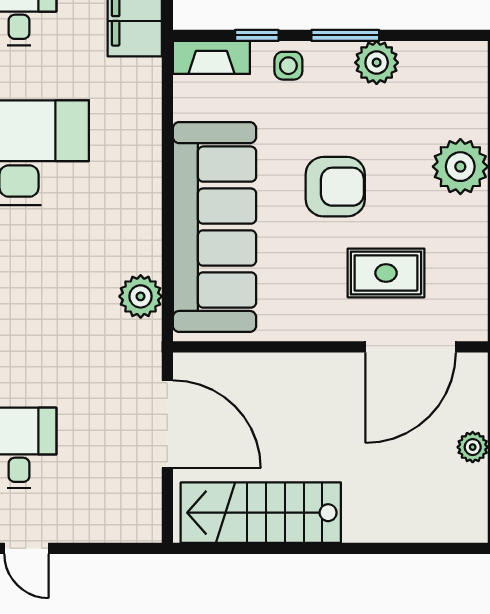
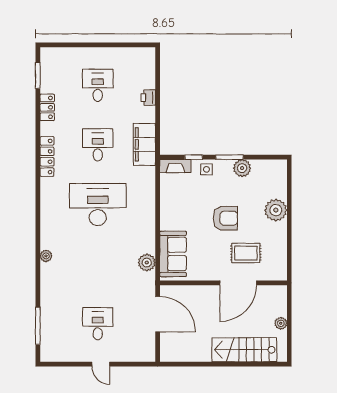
sofa: (215, 227) -> (173, 254), width x0.54, depth x0.79
door: (411, 347) -> (238, 283), moved
stairs: (261, 513) -> (244, 350), moved

